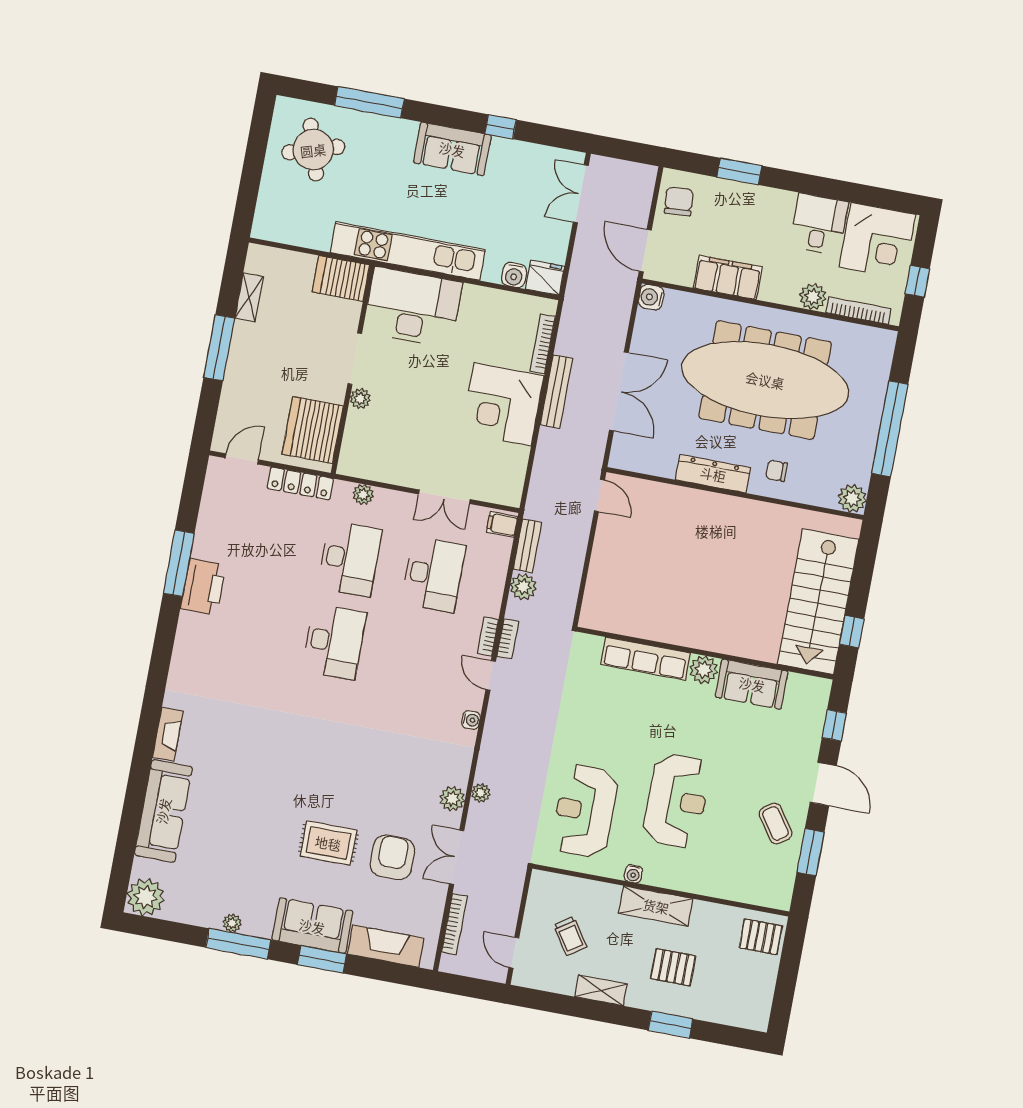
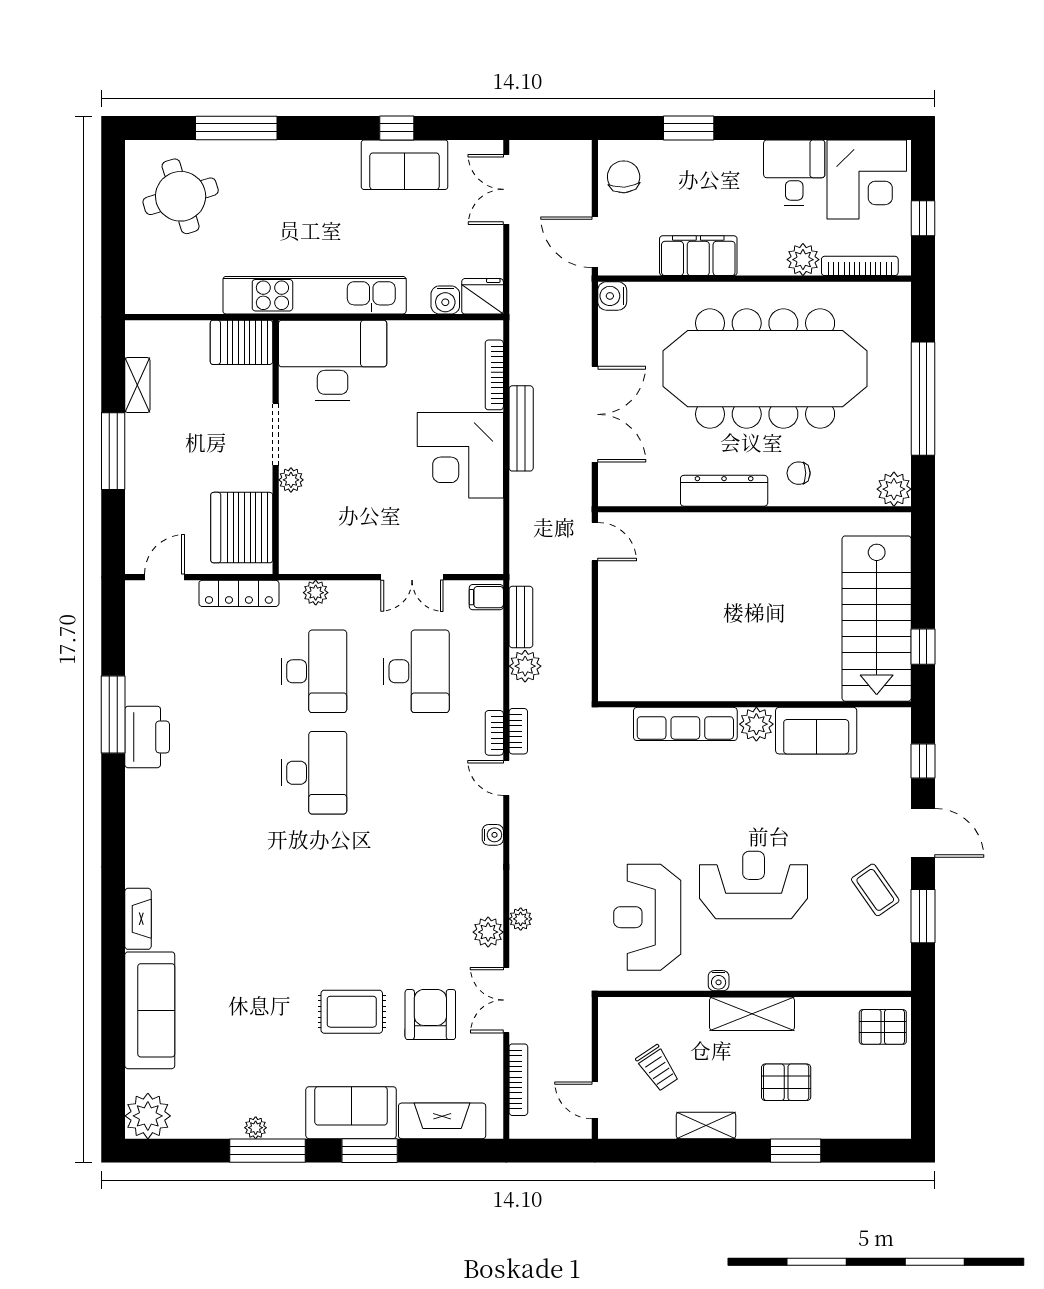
sofa: (452, 149) -> (405, 165), moved
reception desk: (677, 801) -> (754, 885), turned -90

